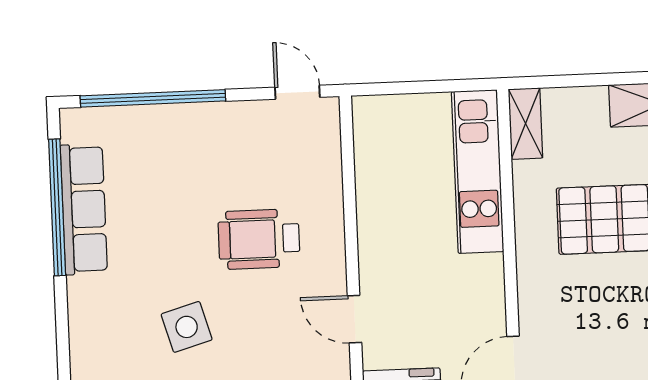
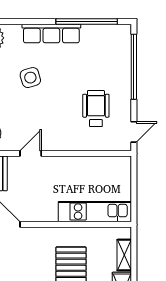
shelving: (526, 124) -> (124, 255), moved, turned 90
row of seats: (84, 209) -> (51, 33), moved
wheelchair: (259, 239) -> (96, 109), moved

